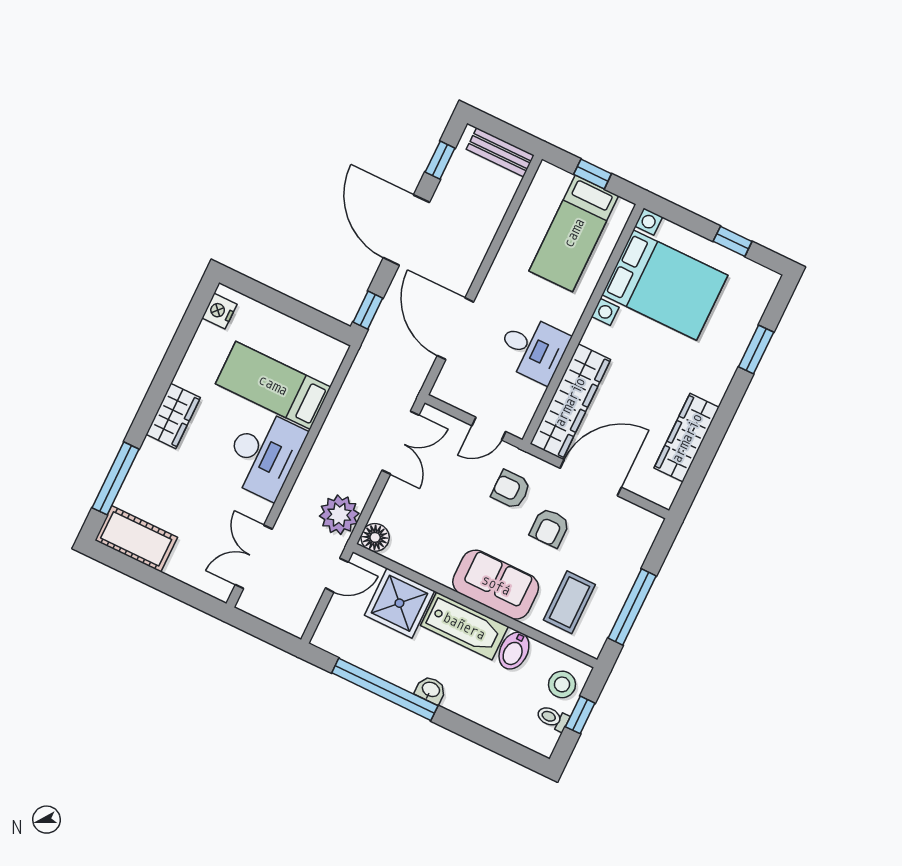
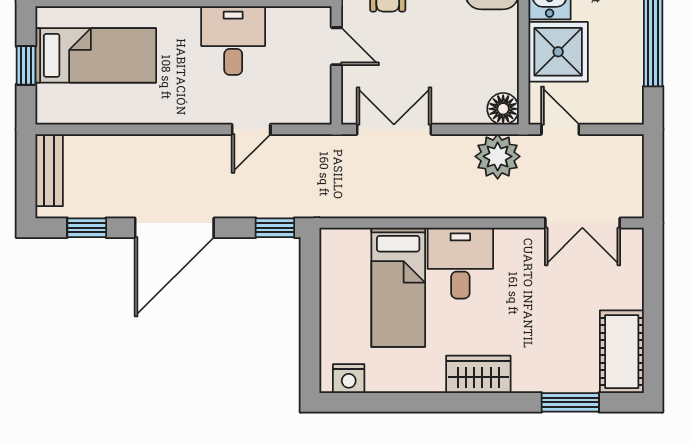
door: (455, 329) -> (251, 129), width x0.53
desk: (264, 454) -> (460, 263), width x0.73
window: (115, 478) -> (570, 402), width x0.69

